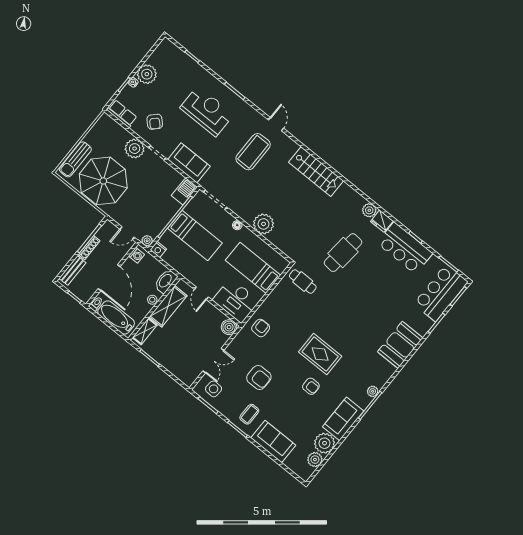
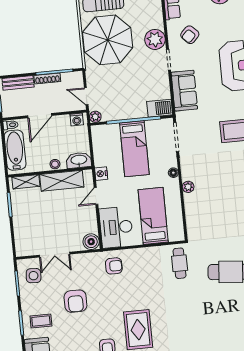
plant: (263, 224) -> (188, 187), width x0.53, depth x0.53
nightstand: (158, 249) -> (101, 174), moved
door: (109, 278) -> (40, 116), width x0.73

